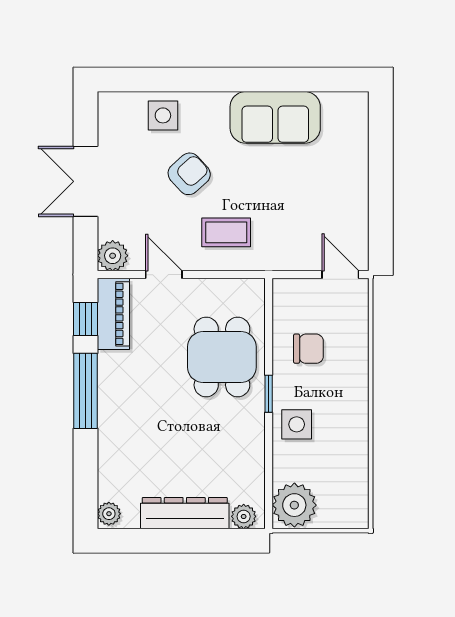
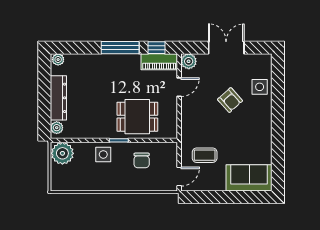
sofa: (275, 117) -> (249, 178), moved, turned 90
coffee table: (226, 232) -> (205, 155), moved, turned 90

